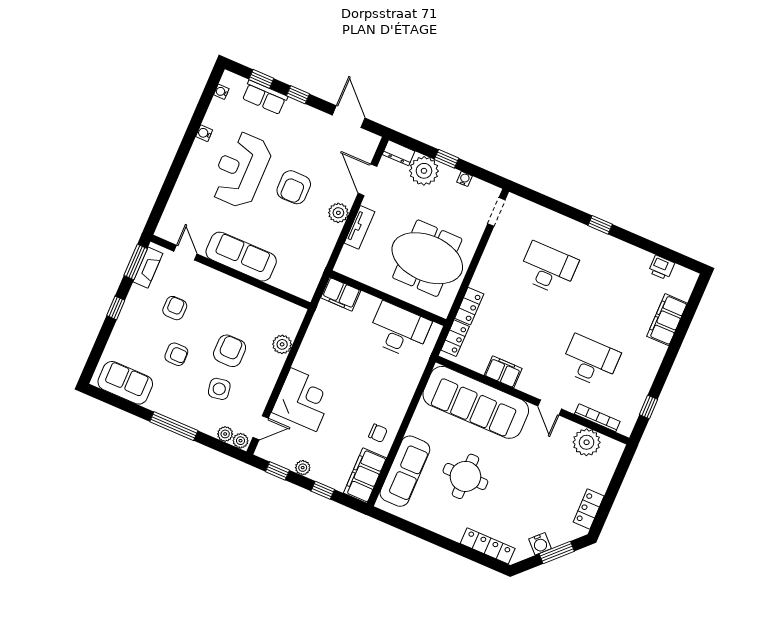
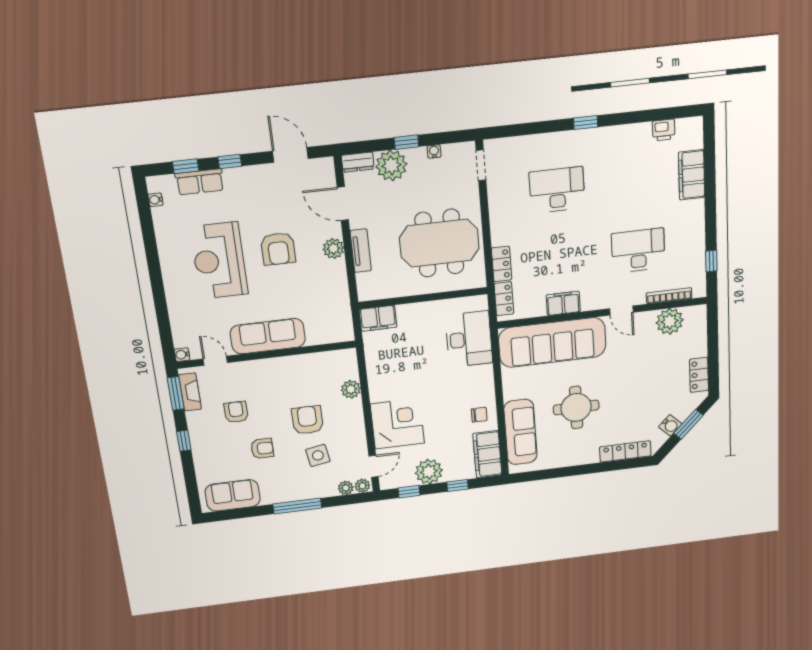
water cooler: (204, 133) -> (182, 355), moved
desk: (399, 330) -> (469, 339), moved, turned 90
plant: (303, 468) -> (429, 472), width x1.87, depth x1.87

